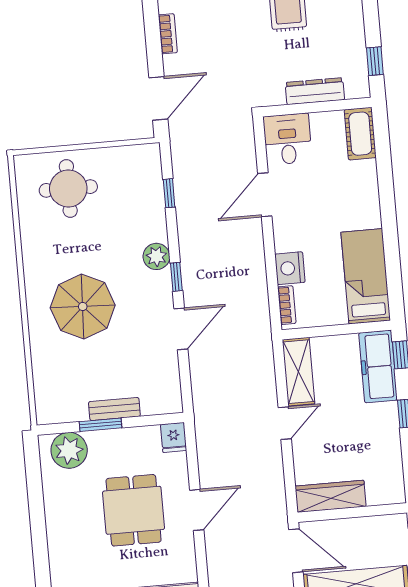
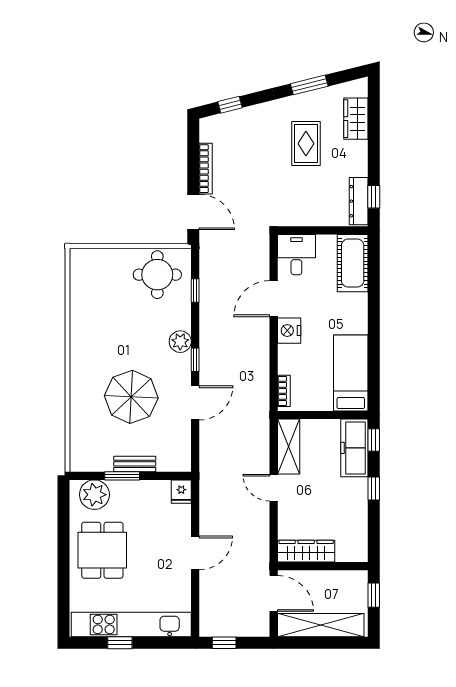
bookcase: (168, 34) -> (206, 169), width x1.56
dresser: (315, 91) -> (359, 201), moved, turned -90
door: (158, 98) -> (193, 212), hinge flipped
cot: (360, 134) -> (353, 263), width x1.37, depth x1.34
round table: (68, 188) -> (157, 275), moved
nightstand: (290, 268) -> (289, 331), moved
parasol: (83, 306) -> (131, 397), moved
door: (285, 423) -> (274, 488), swing flipped
dining table: (134, 510) -> (102, 550), moved

